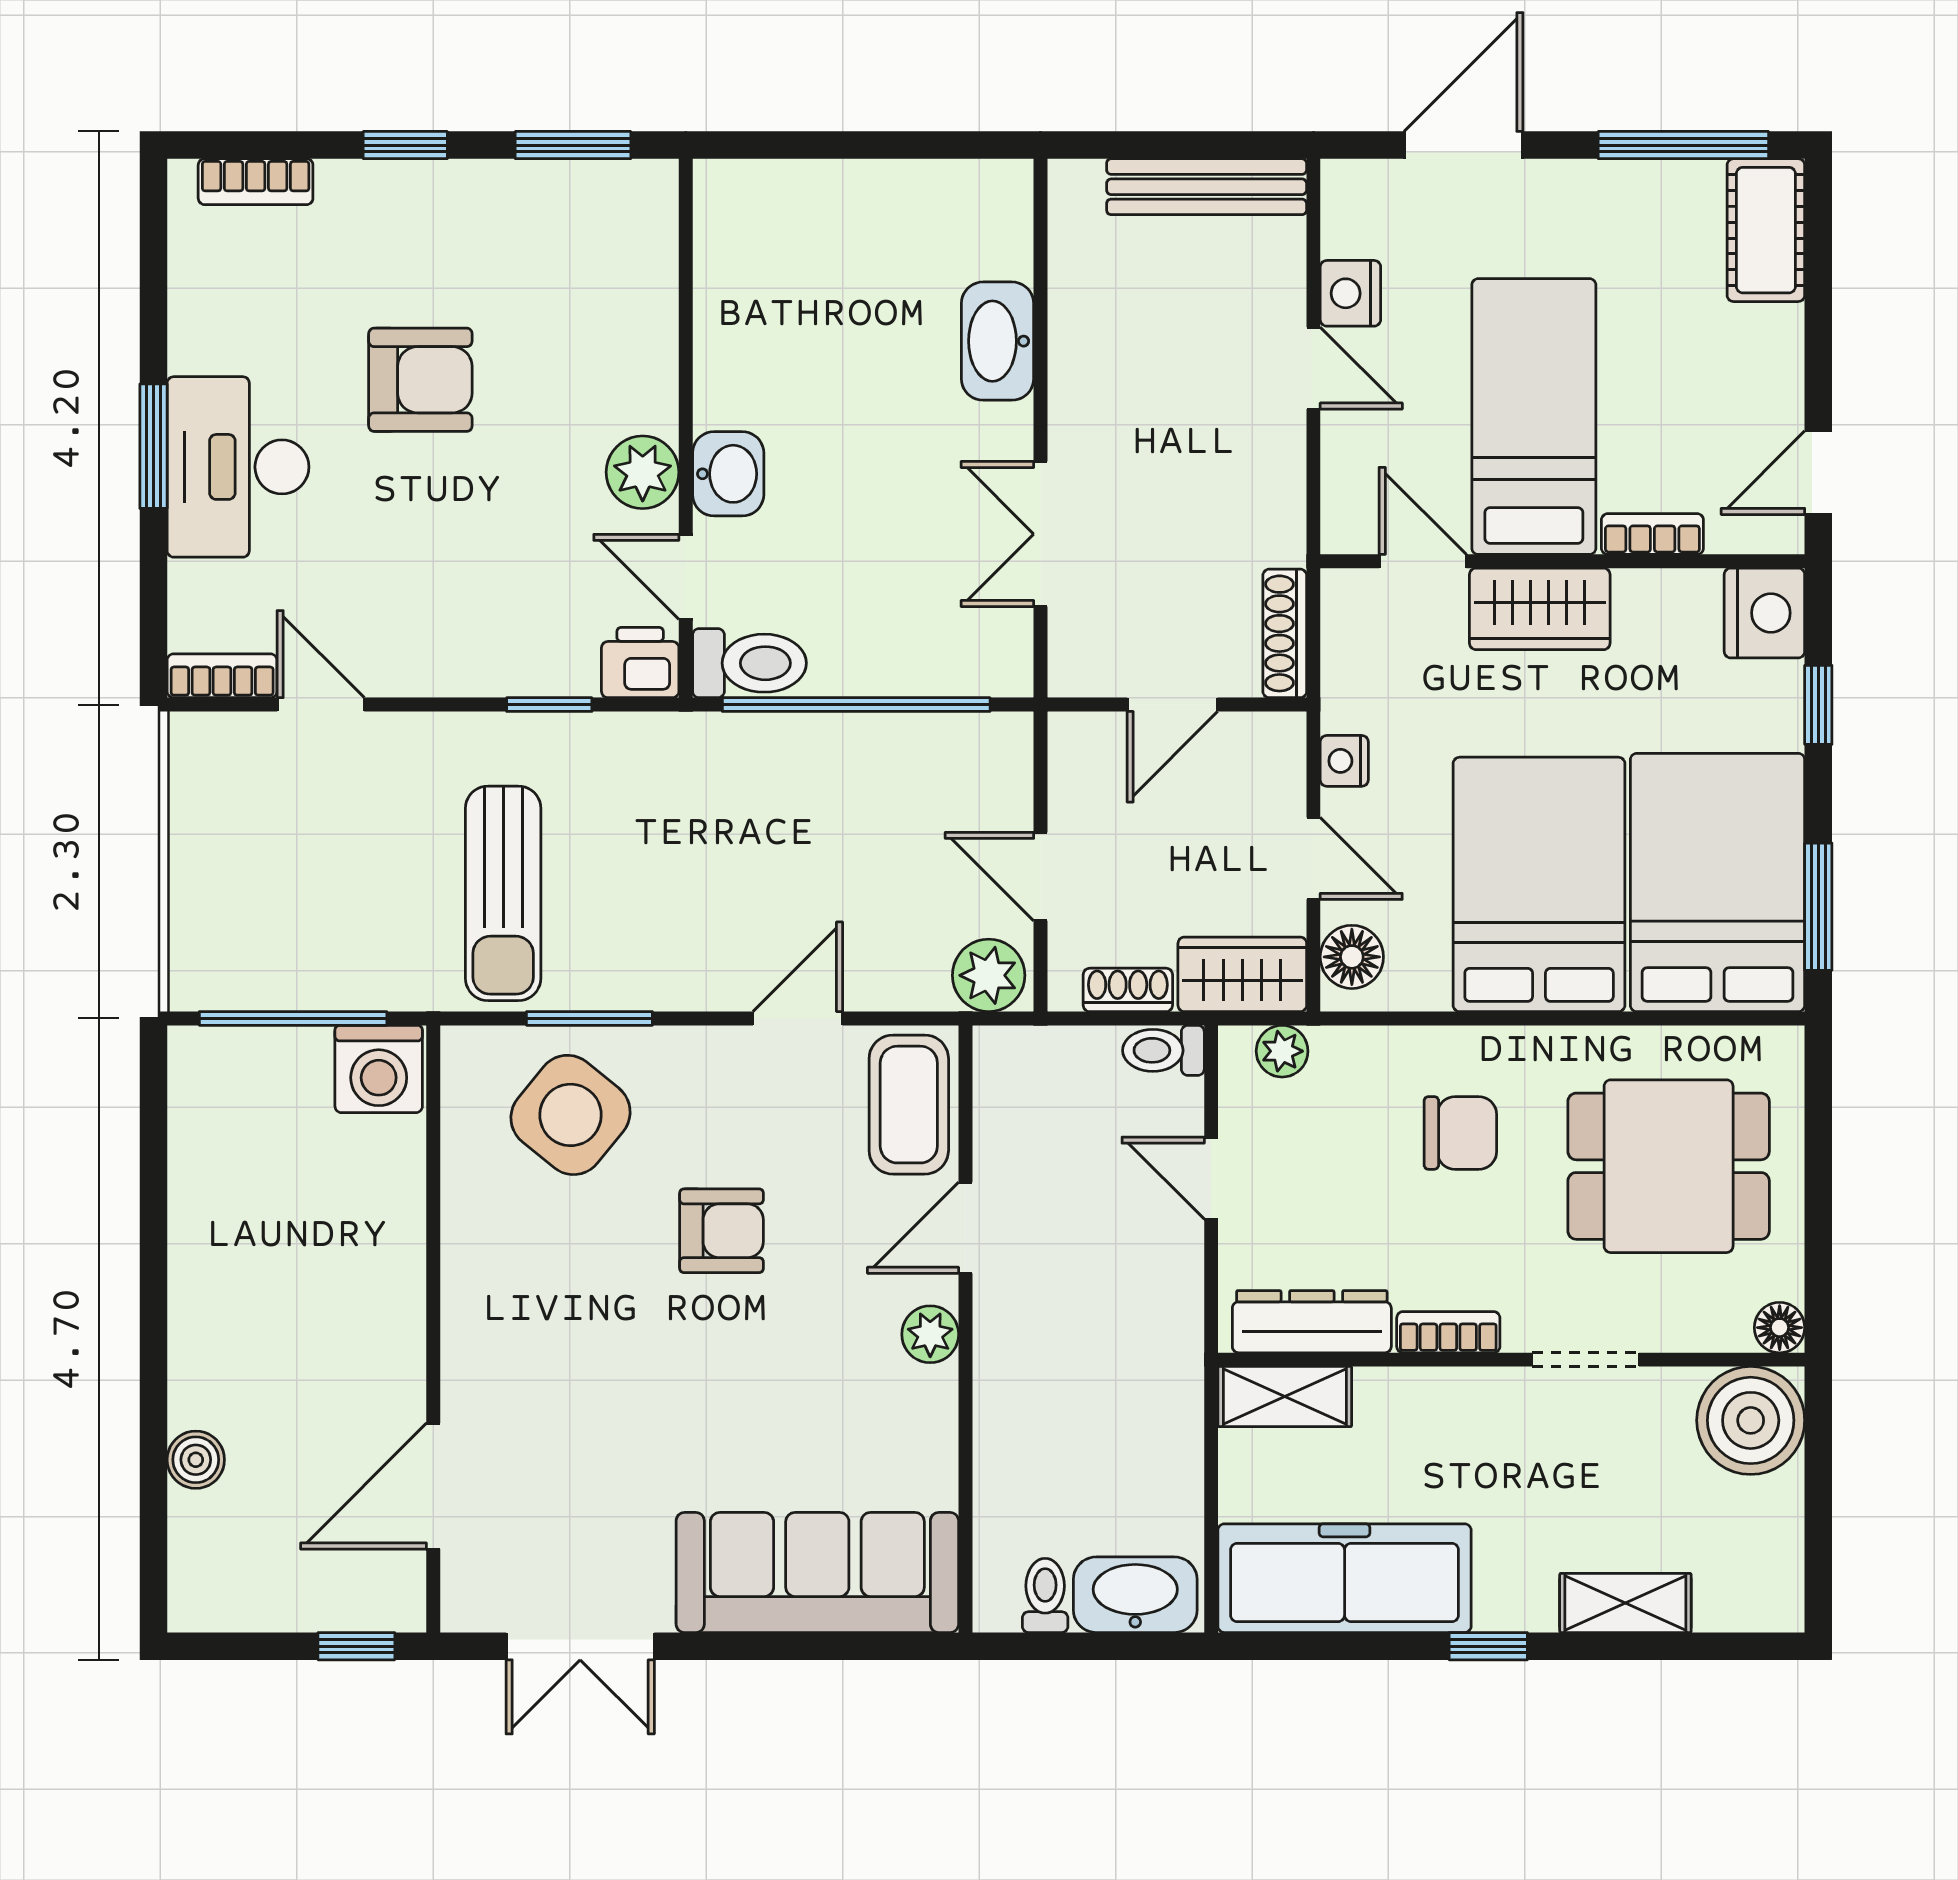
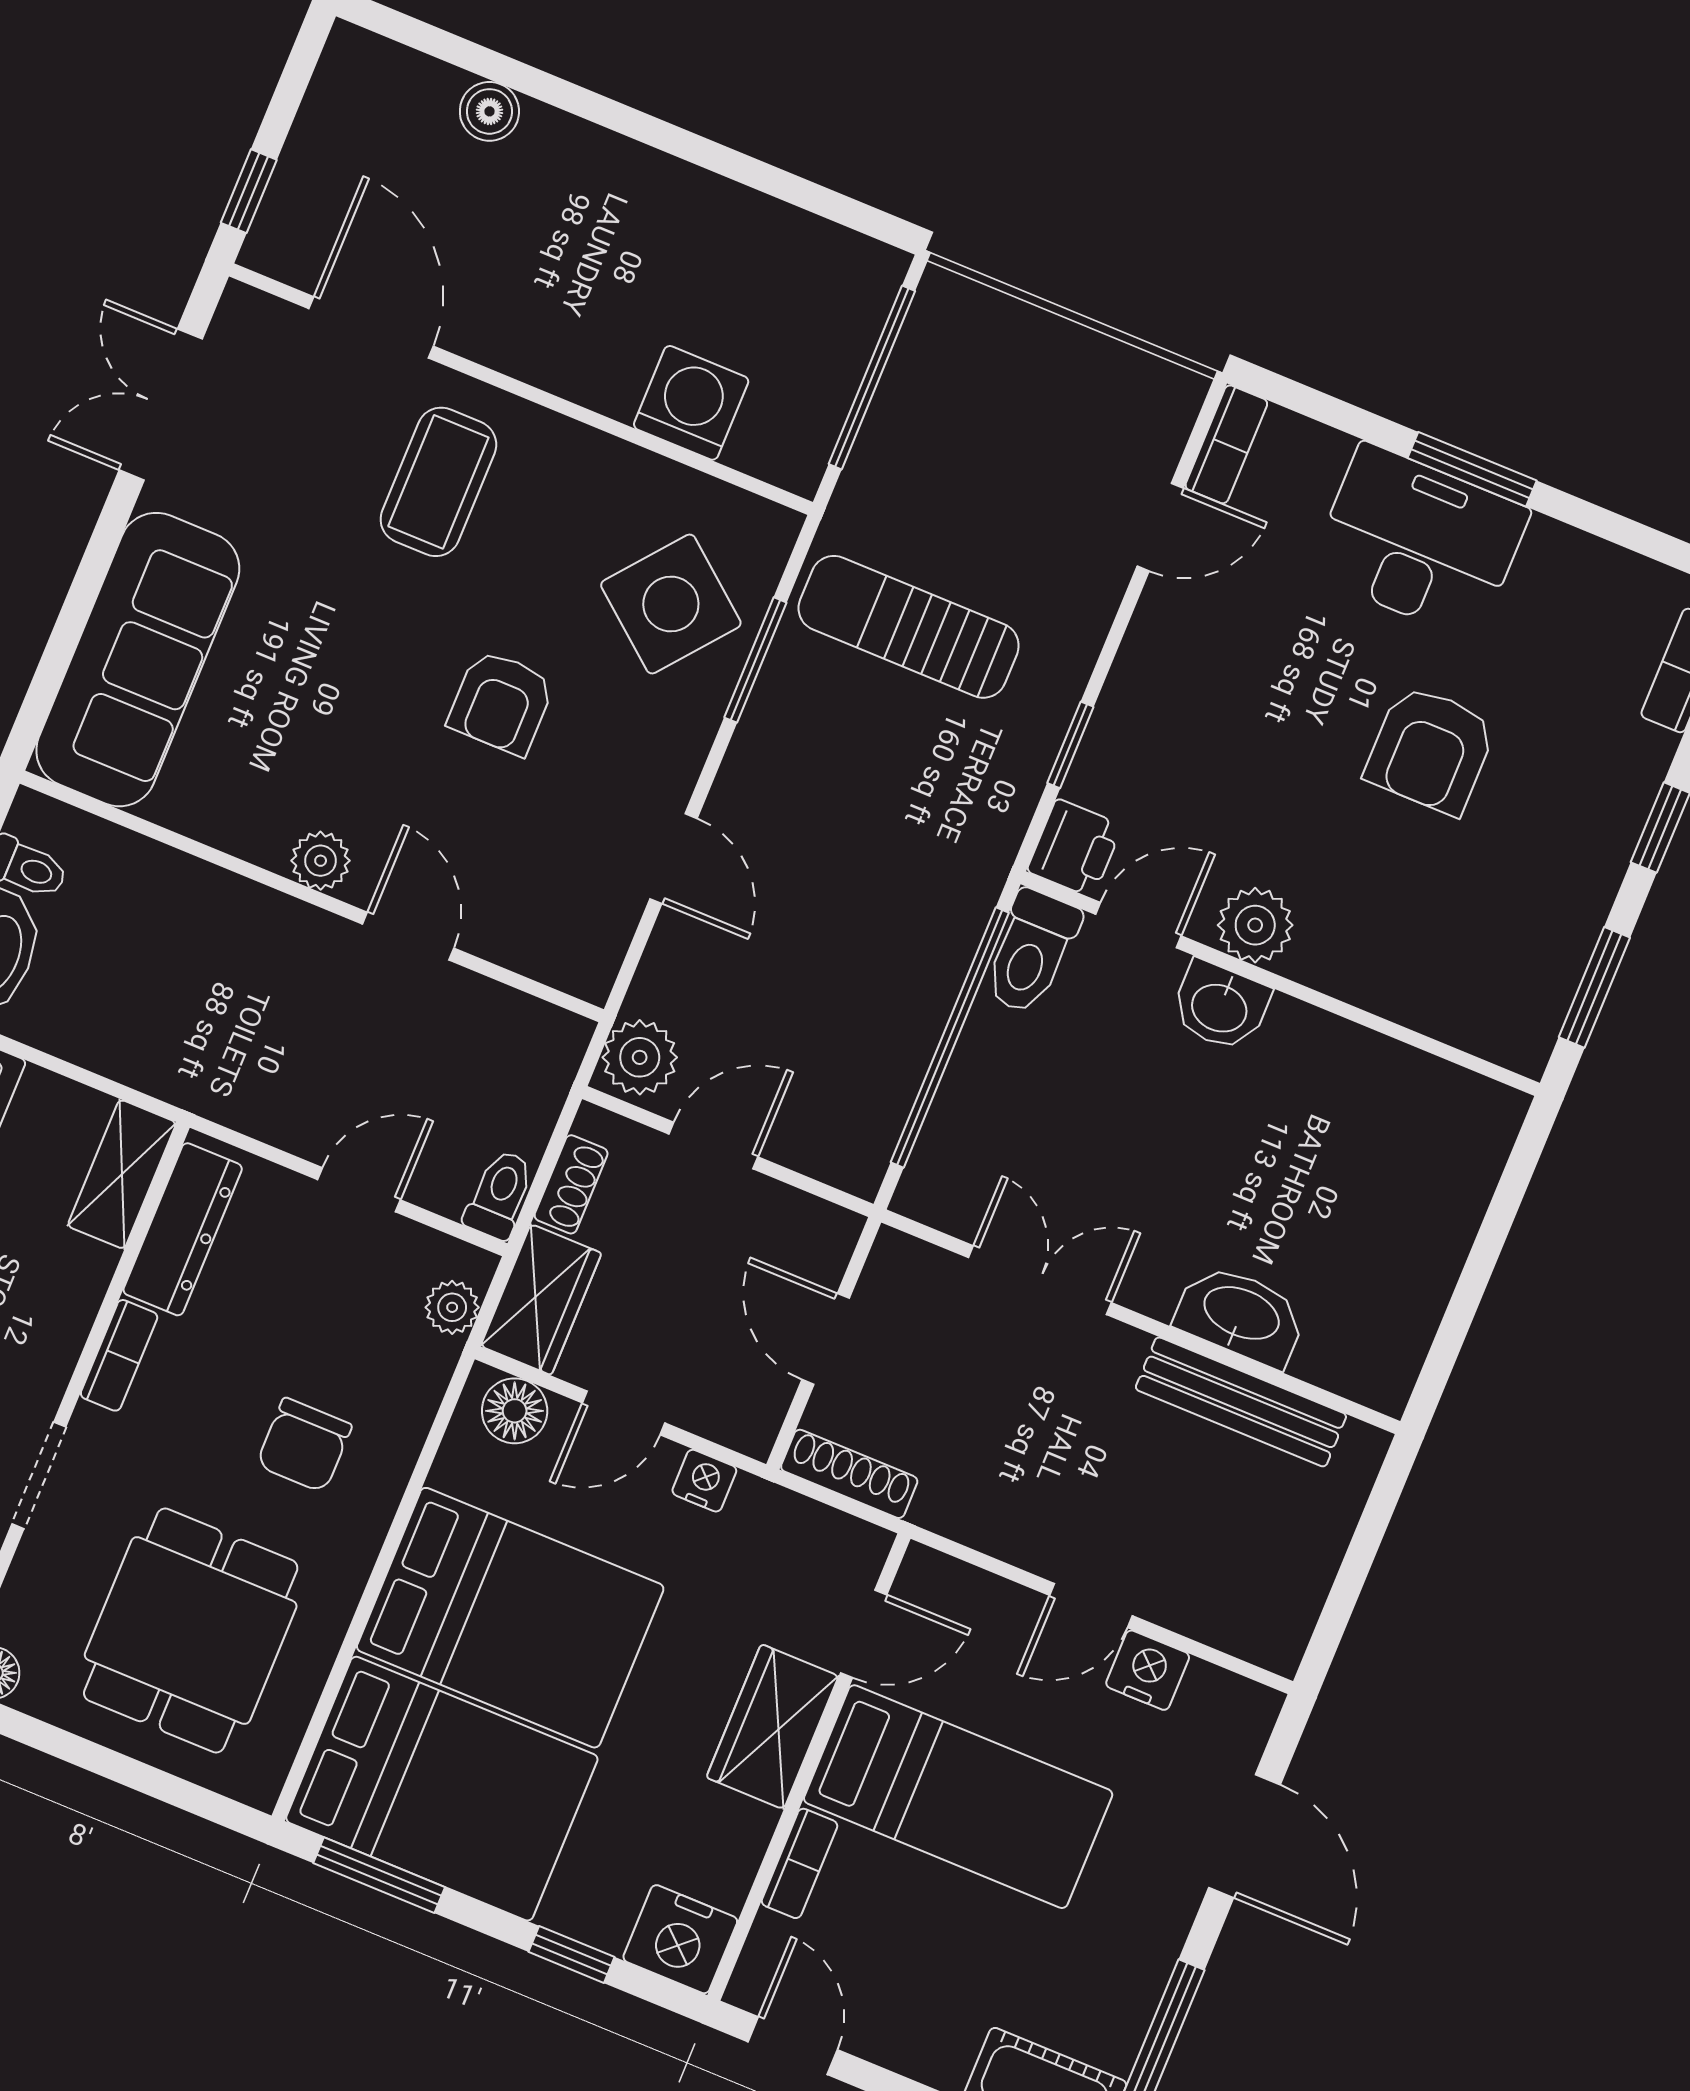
bench: (1207, 187) -> (1241, 1402), moved, turned 90
washing machine: (379, 1069) -> (691, 403), moved, turned 90
coffee table: (909, 1105) -> (438, 482), moved, turned 90

